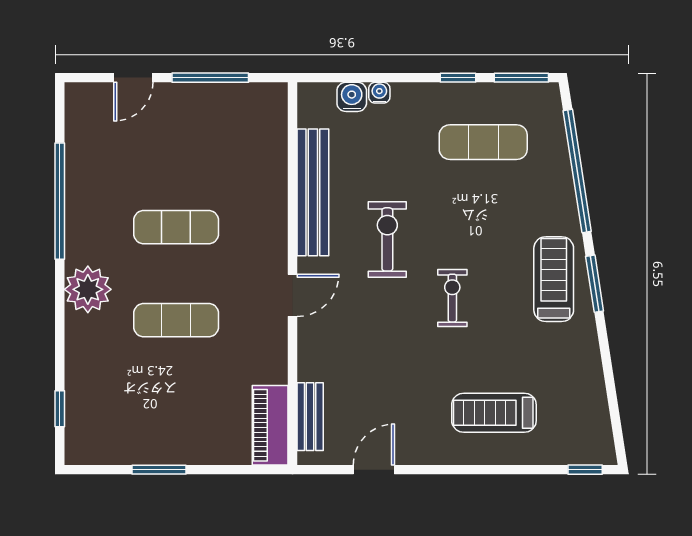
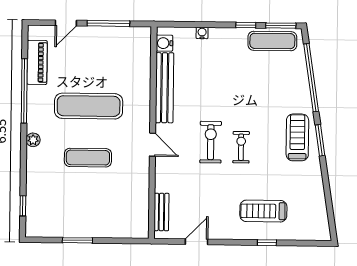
water cooler: (352, 97) -> (164, 43), moved, turned -90
exercise mat: (483, 142) -> (272, 41), moved
exercise mat: (176, 227) -> (89, 106), width x1.36, depth x1.45
exercise bike: (387, 239) -> (211, 142), moved
plant: (88, 289) -> (33, 140), width x0.53, depth x0.53
door: (292, 295) -> (153, 145), hinge flipped
piano: (270, 425) -> (37, 62), moved, turned 180
window: (585, 470) -> (267, 243), moved

